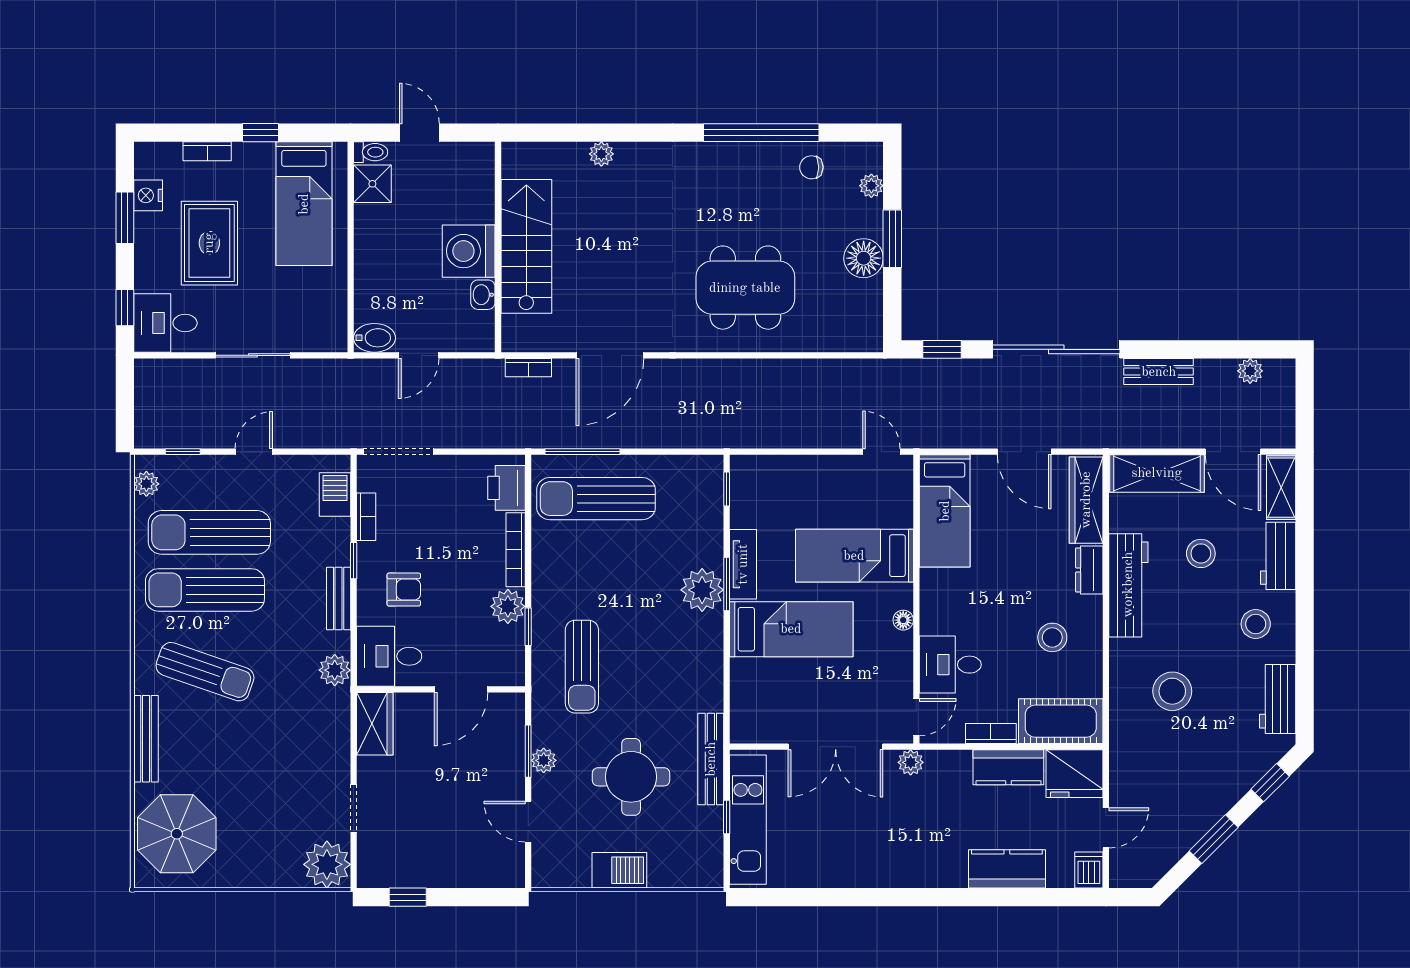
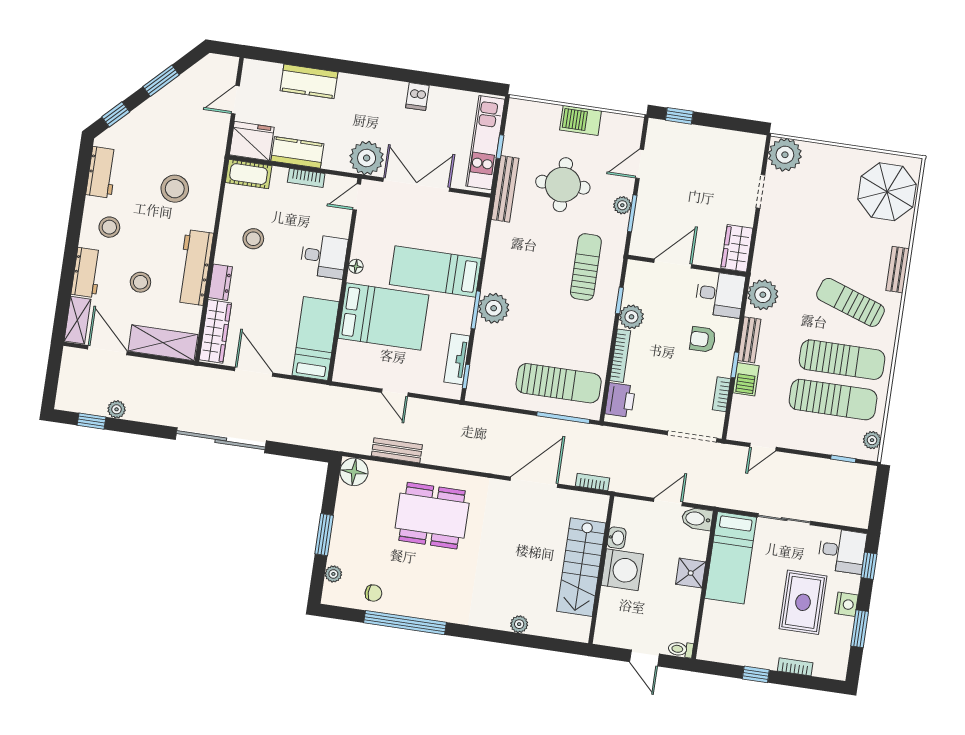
shower: (372, 184) -> (691, 573), moved
nightstand: (148, 195) -> (847, 604), moved
bed: (304, 204) -> (731, 558), moved, turned 180
floor lamp: (864, 258) -> (354, 472), moved
window: (942, 349) -> (92, 421), moved
plant: (1250, 371) -> (117, 409), moved
bench: (1159, 372) -> (397, 450), moved
door: (254, 452) -> (763, 447), moved
door: (881, 452) -> (395, 393), moved
barbecue: (335, 495) -> (746, 379), moved
bed: (854, 556) -> (383, 317), width x1.50
tv unit: (743, 564) -> (457, 359), moved
desk: (950, 665) -> (324, 256), moved
plant: (335, 670) -> (763, 295), width x1.36, depth x1.36
cot: (1061, 721) -> (249, 174), width x0.73, depth x0.75
bench: (146, 739) -> (898, 270), width x0.73
plant: (911, 762) -> (367, 158), width x1.87, depth x1.87
door: (528, 822) -> (640, 164), swing flipped
dishwasher: (1089, 870) -> (417, 97), moved
window: (408, 897) -> (679, 116), moved

